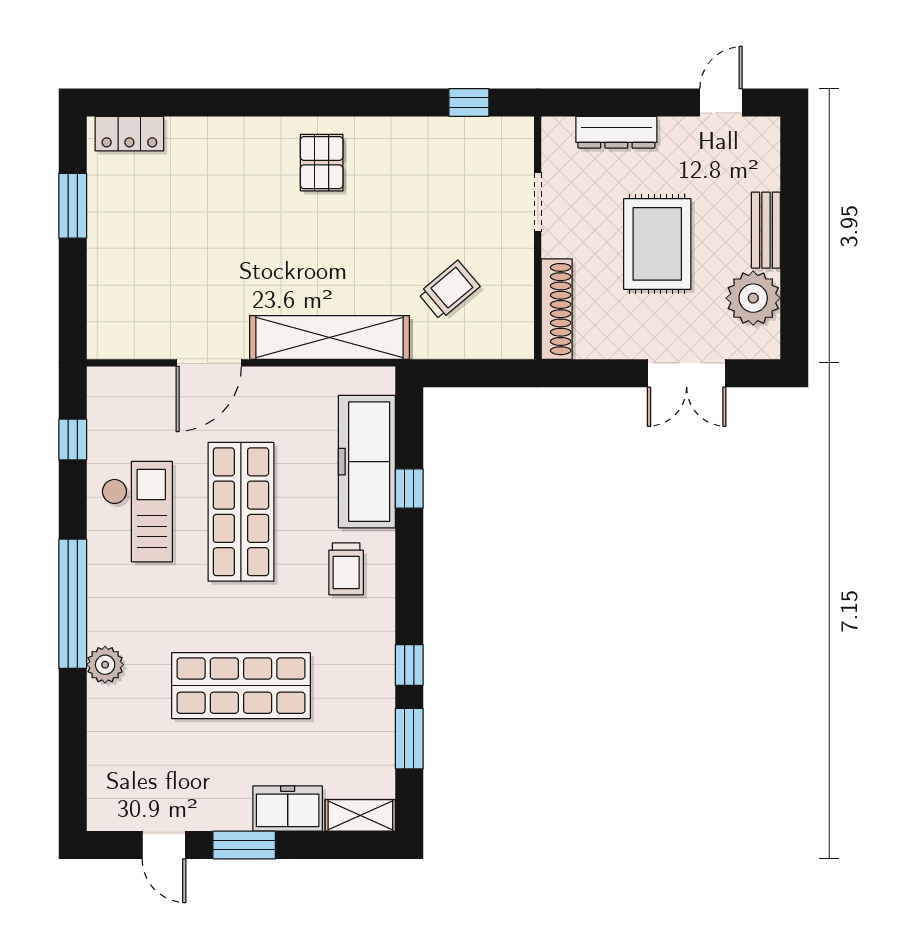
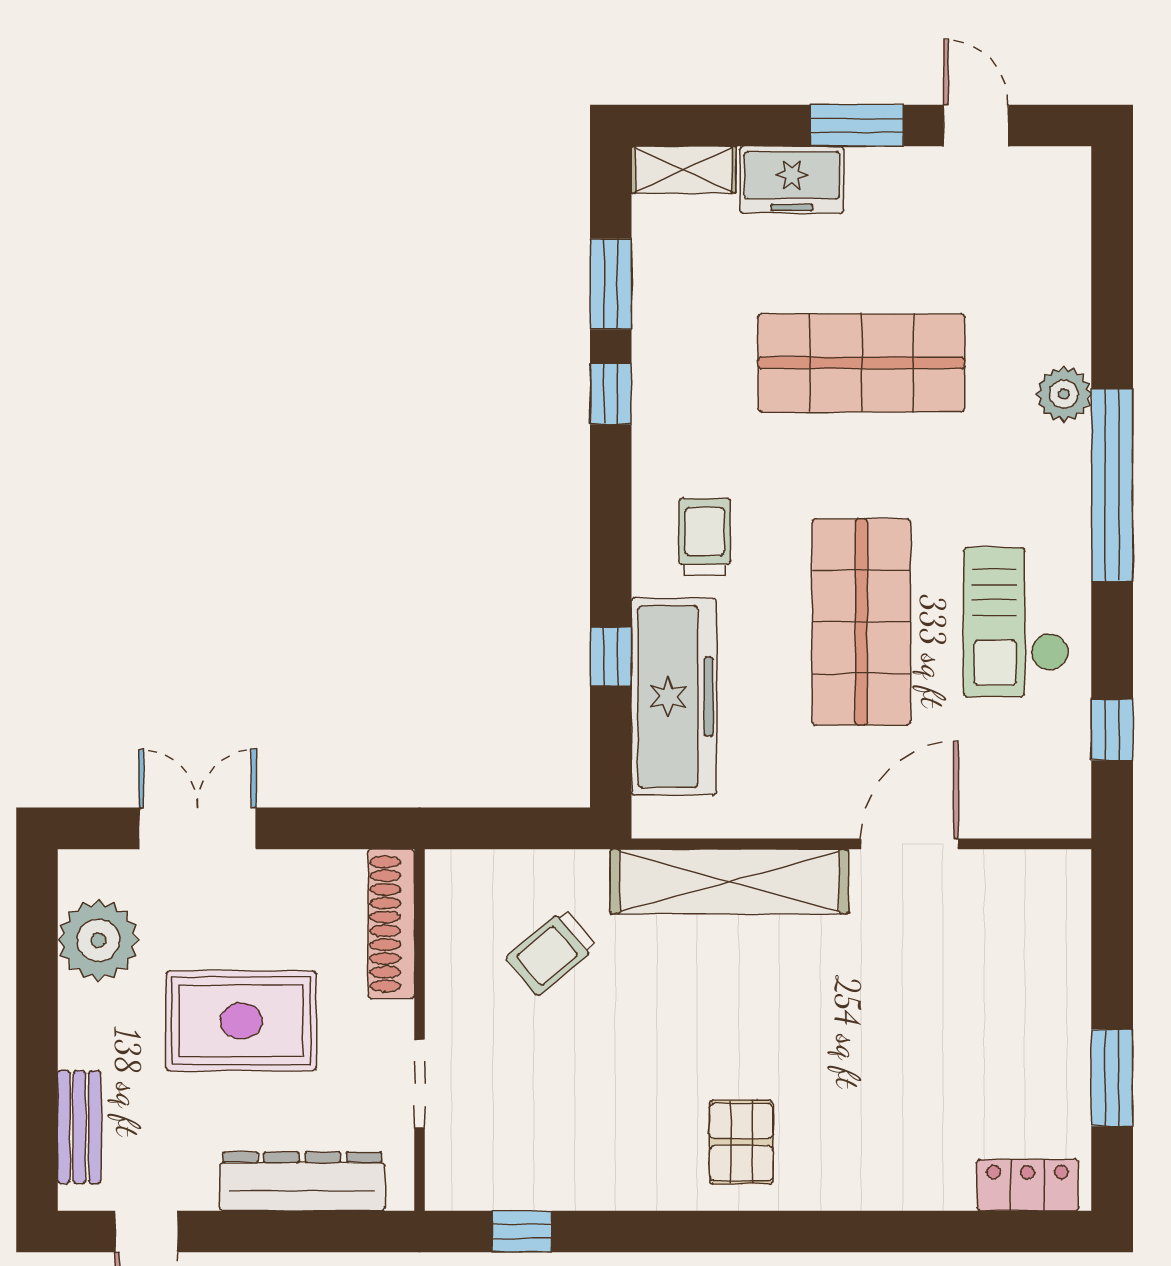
dresser: (616, 132) -> (302, 1181), width x1.37, depth x1.24
bench: (766, 230) -> (79, 1127), moved
rug: (657, 244) -> (241, 1021), turned 90

